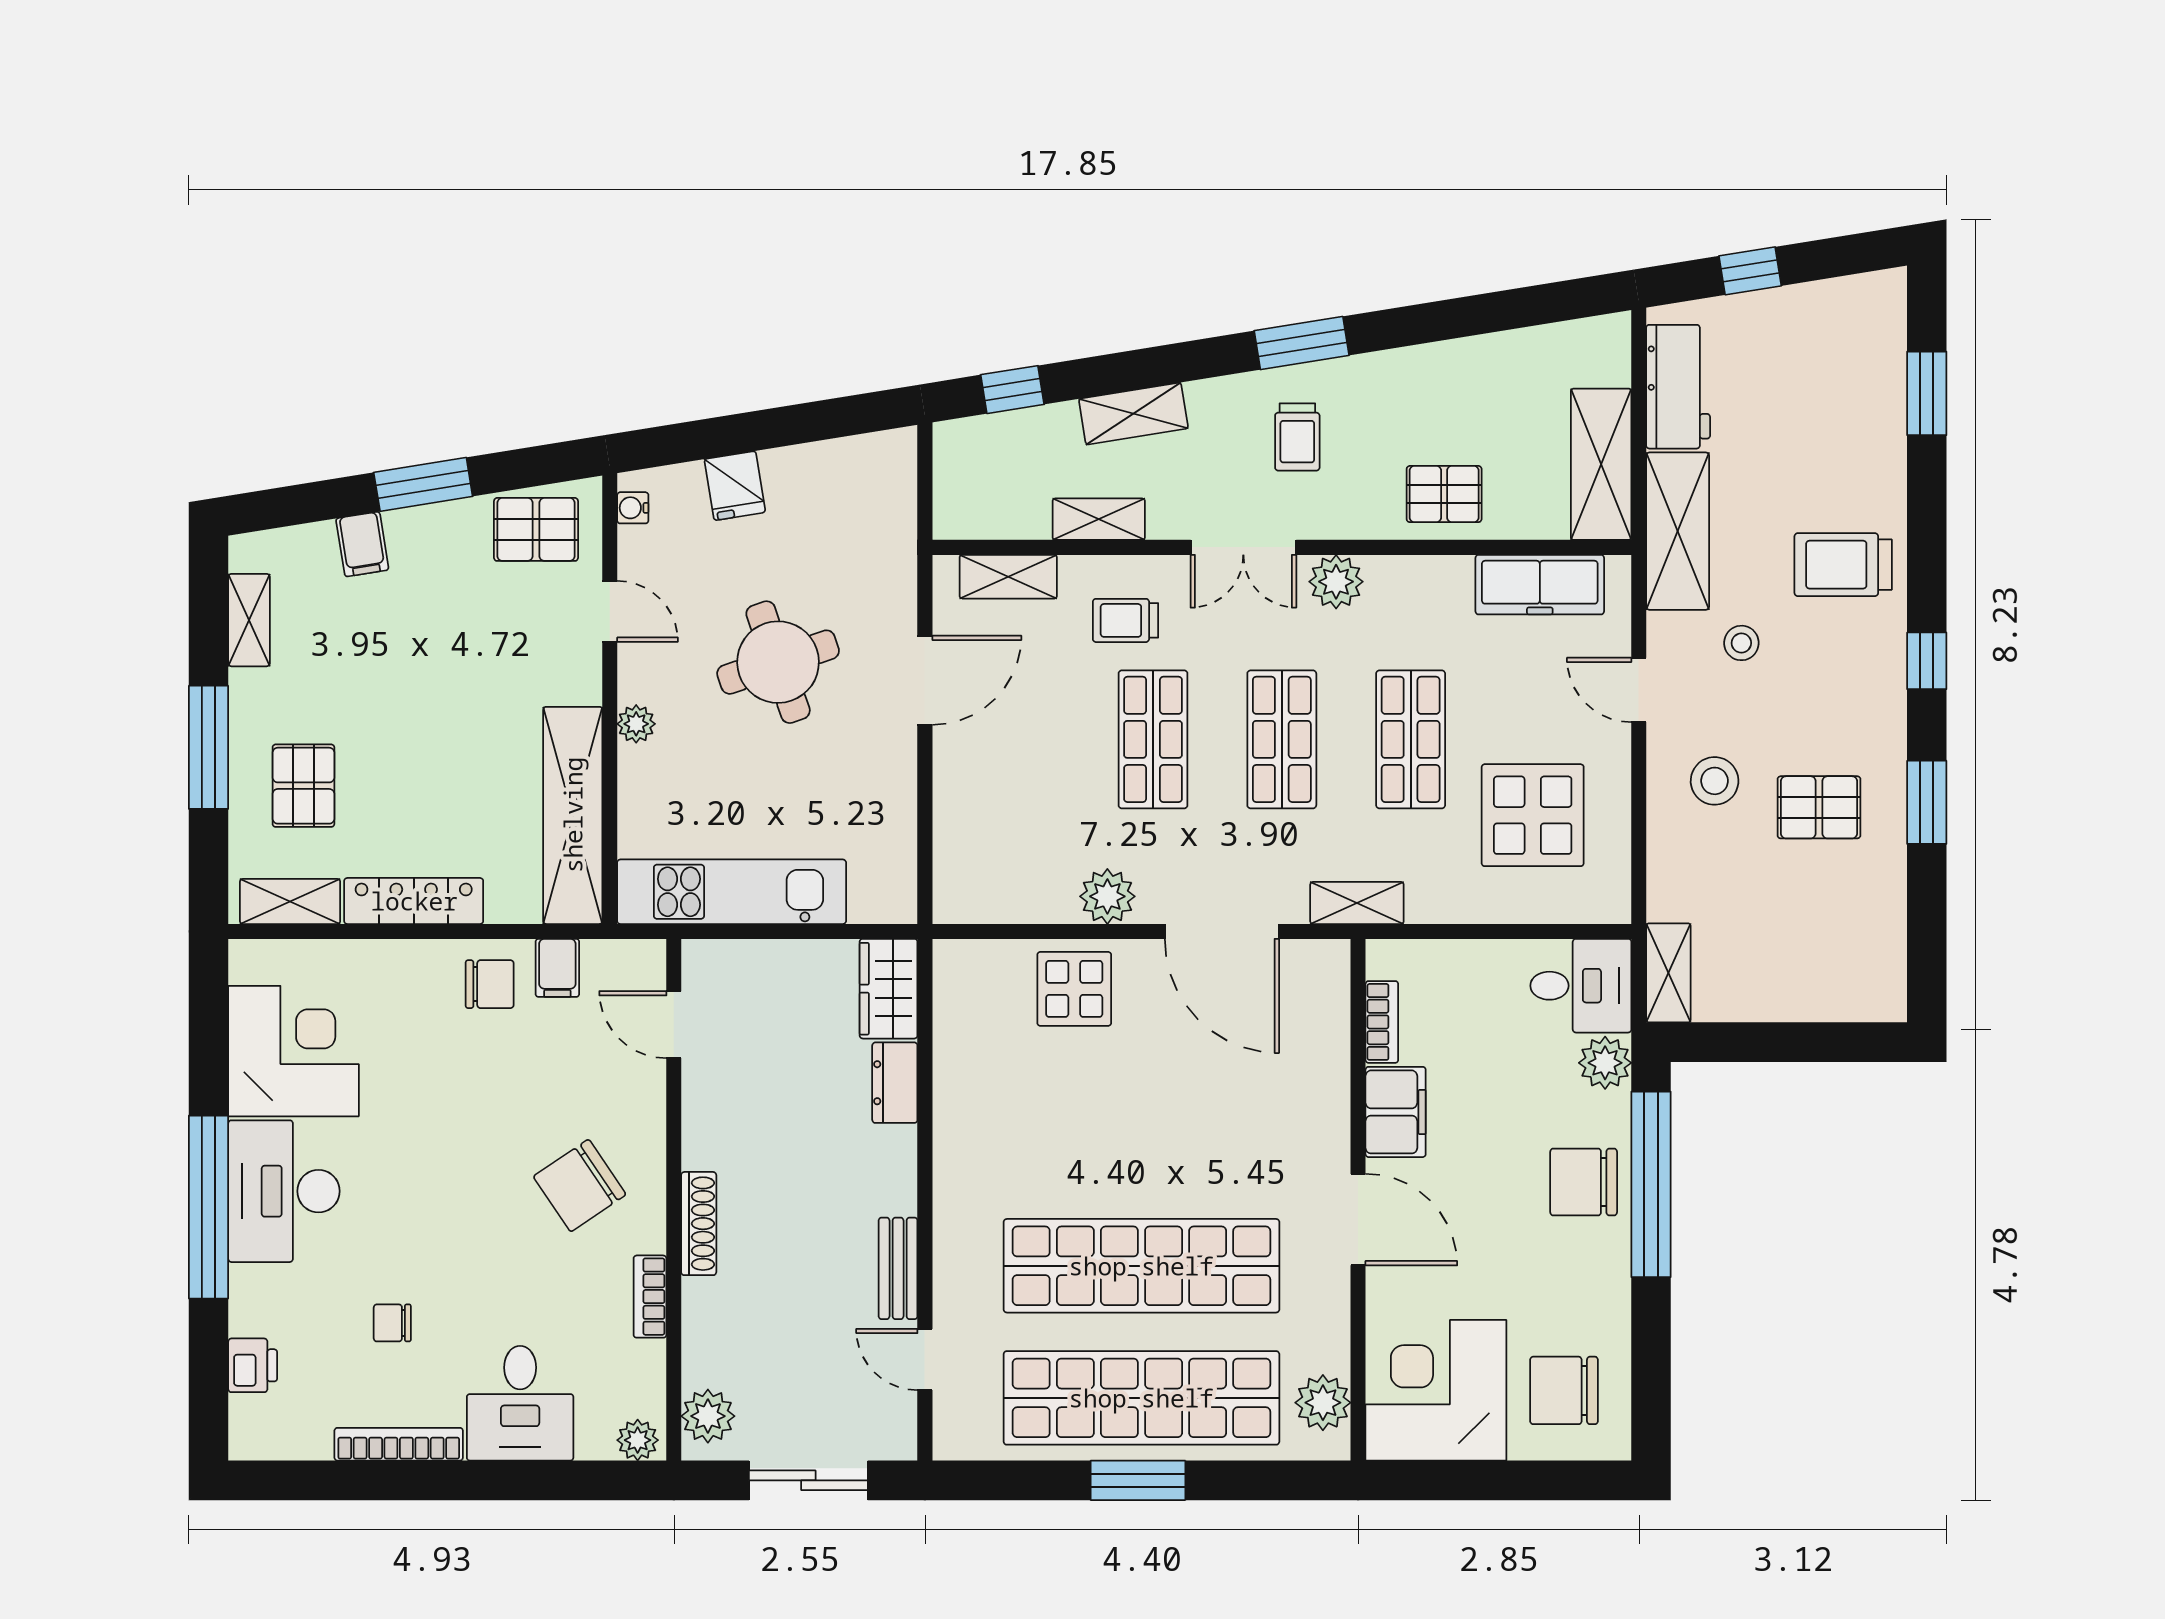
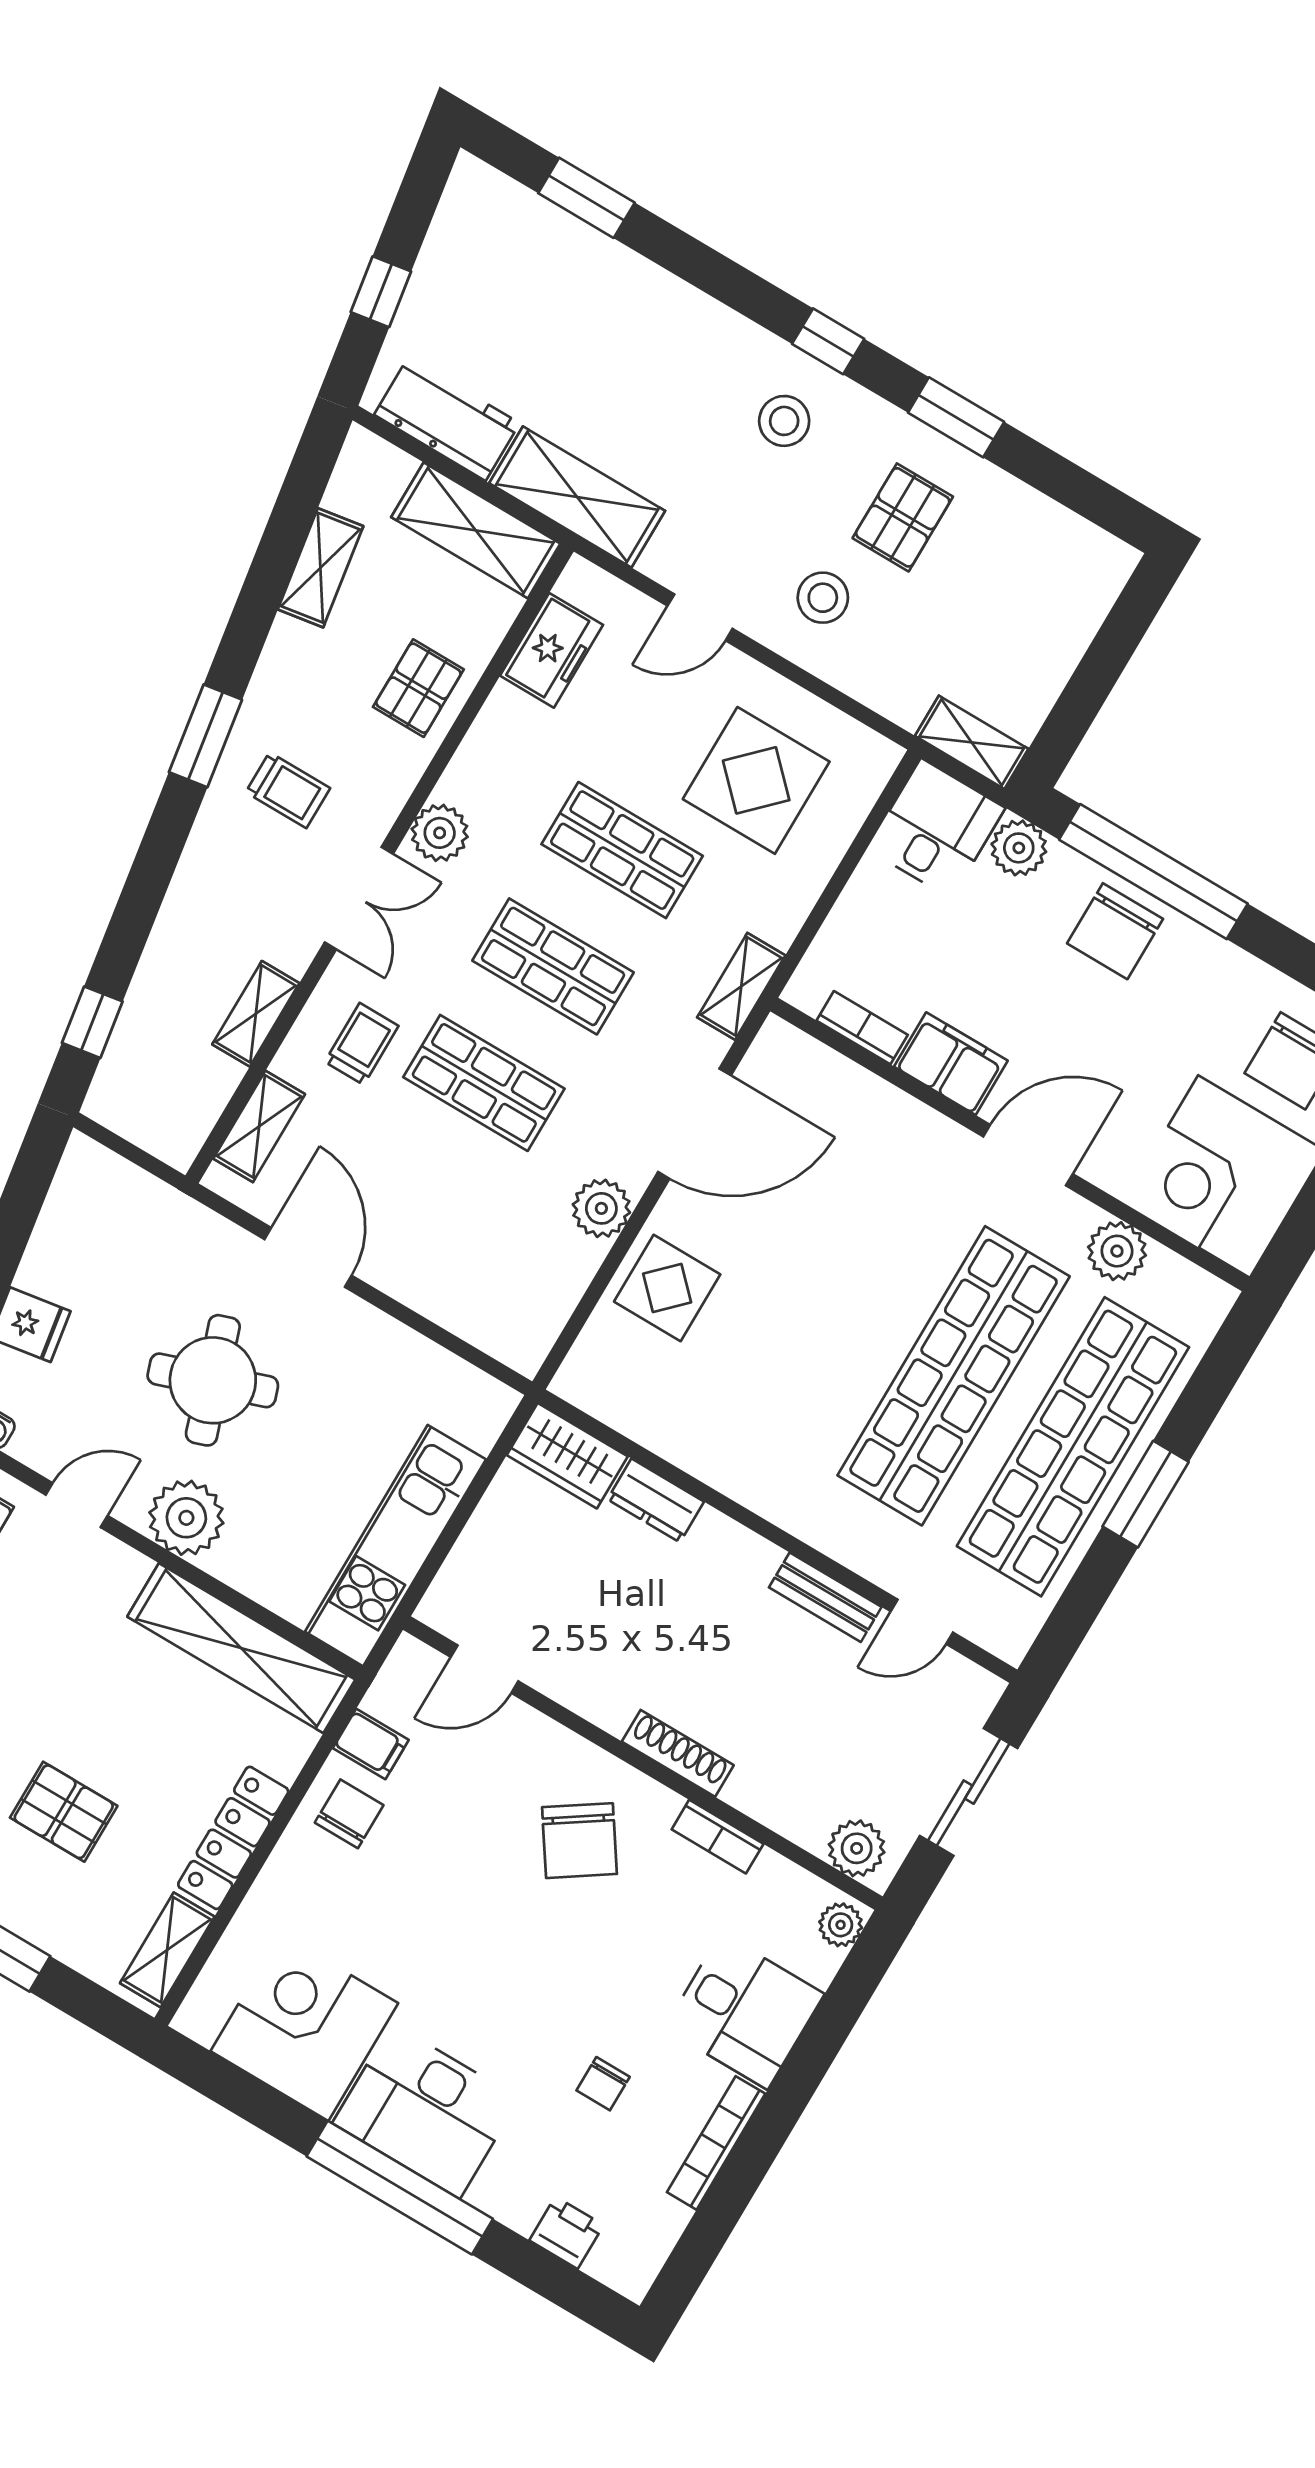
shelving: (1133, 414) -> (320, 568), moved
trolley: (1843, 565) -> (696, 365), removed
freezer: (1540, 585) -> (552, 650), width x0.71
trolley: (1126, 620) -> (362, 1044), turned 180
stool: (1741, 643) -> (784, 421), moved, width x1.37, depth x1.37
plant: (636, 724) -> (186, 1518), width x1.88, depth x1.88
pallet: (303, 786) -> (64, 1812), moved
plant: (1323, 1403) -> (1117, 1251), moved

